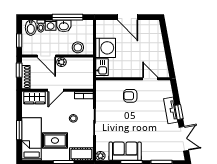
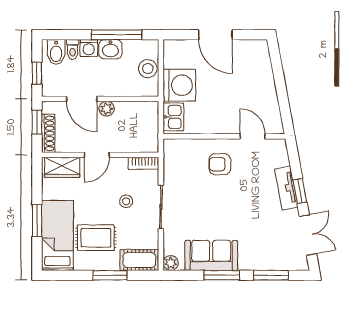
stool: (78, 47) -> (148, 69), moved

